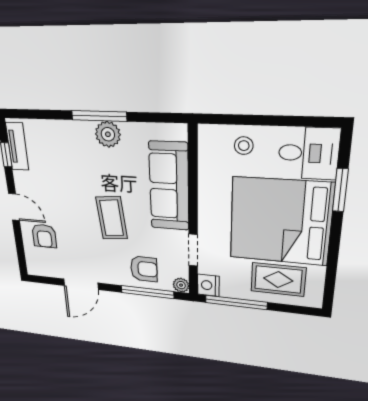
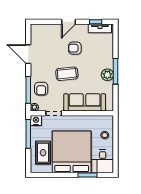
armchair: (44, 236) -> (75, 48), moved

